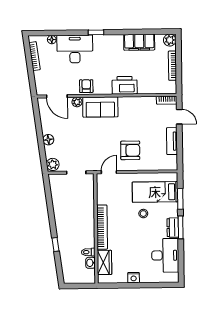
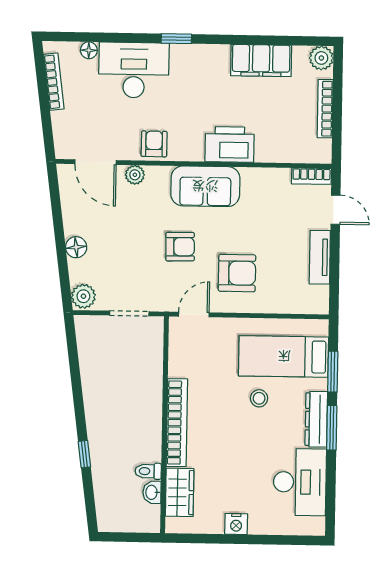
sofa: (100, 107) -> (205, 186), moved
armchair: (101, 138) -> (180, 247), added
dresser: (173, 228) -> (316, 419), width x1.44

